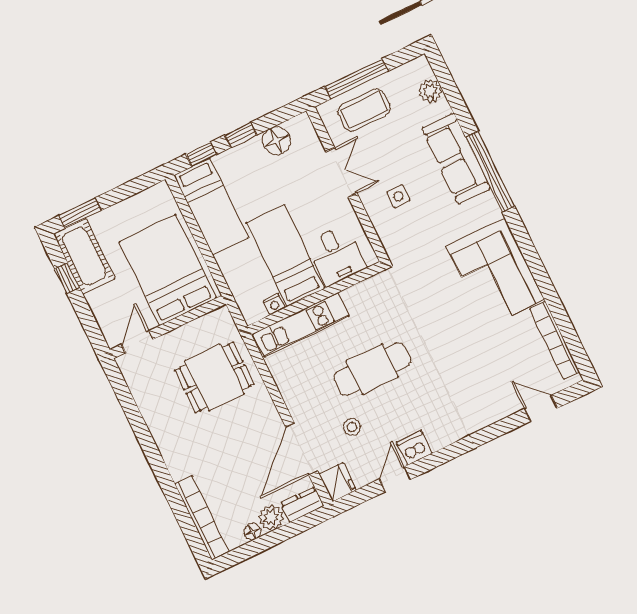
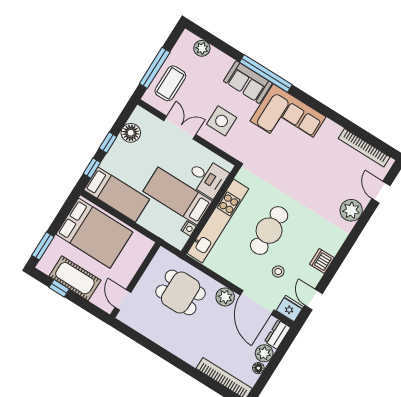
sofa: (456, 159) -> (248, 82), width x0.73
side table: (398, 196) -> (222, 121), width x1.87, depth x1.87
cot: (84, 256) -> (75, 278), moved
bed: (168, 270) -> (94, 233), moved, turned 180
corner sofa: (496, 273) -> (288, 119), moved
kitchen unit: (301, 325) -> (218, 221), width x1.36
dining table: (214, 377) -> (181, 292), turned 90
plant: (490, 408) -> (351, 210), added
door: (541, 408) -> (381, 192), hinge flipped
plant: (266, 417) -> (225, 297), added
door: (395, 479) -> (314, 300), moved

